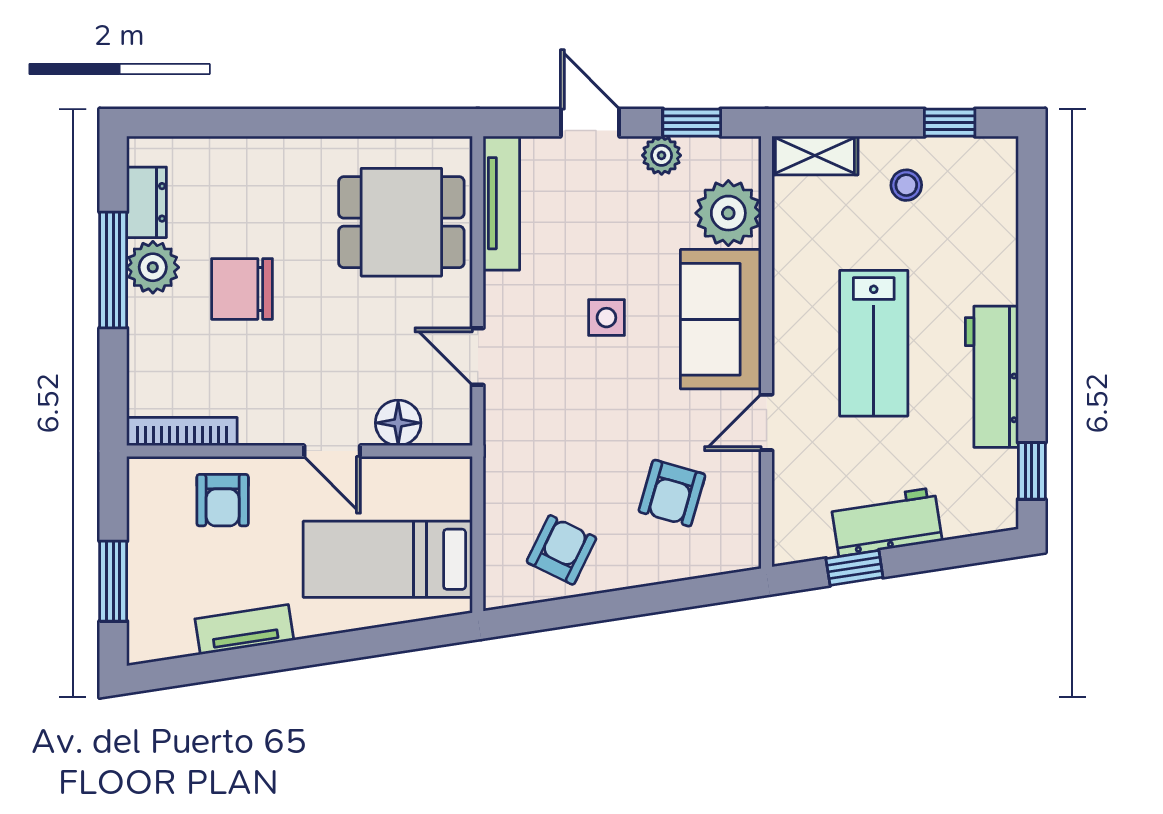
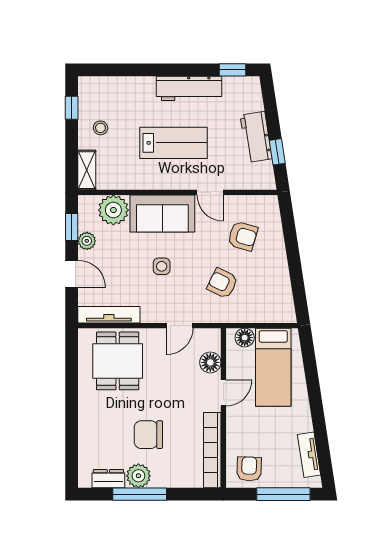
door: (590, 123) -> (72, 274), swing flipped
chair: (242, 289) -> (148, 435), turned 90
bookcase: (182, 432) -> (212, 450), width x1.48, depth x1.31
floor lamp: (452, 497) -> (245, 338), added
armchair: (223, 500) -> (249, 469), moved, turned -88
armchair: (561, 550) -> (222, 283), moved
window: (113, 581) -> (283, 494), width x1.44
tv unit: (244, 630) -> (309, 455), moved

